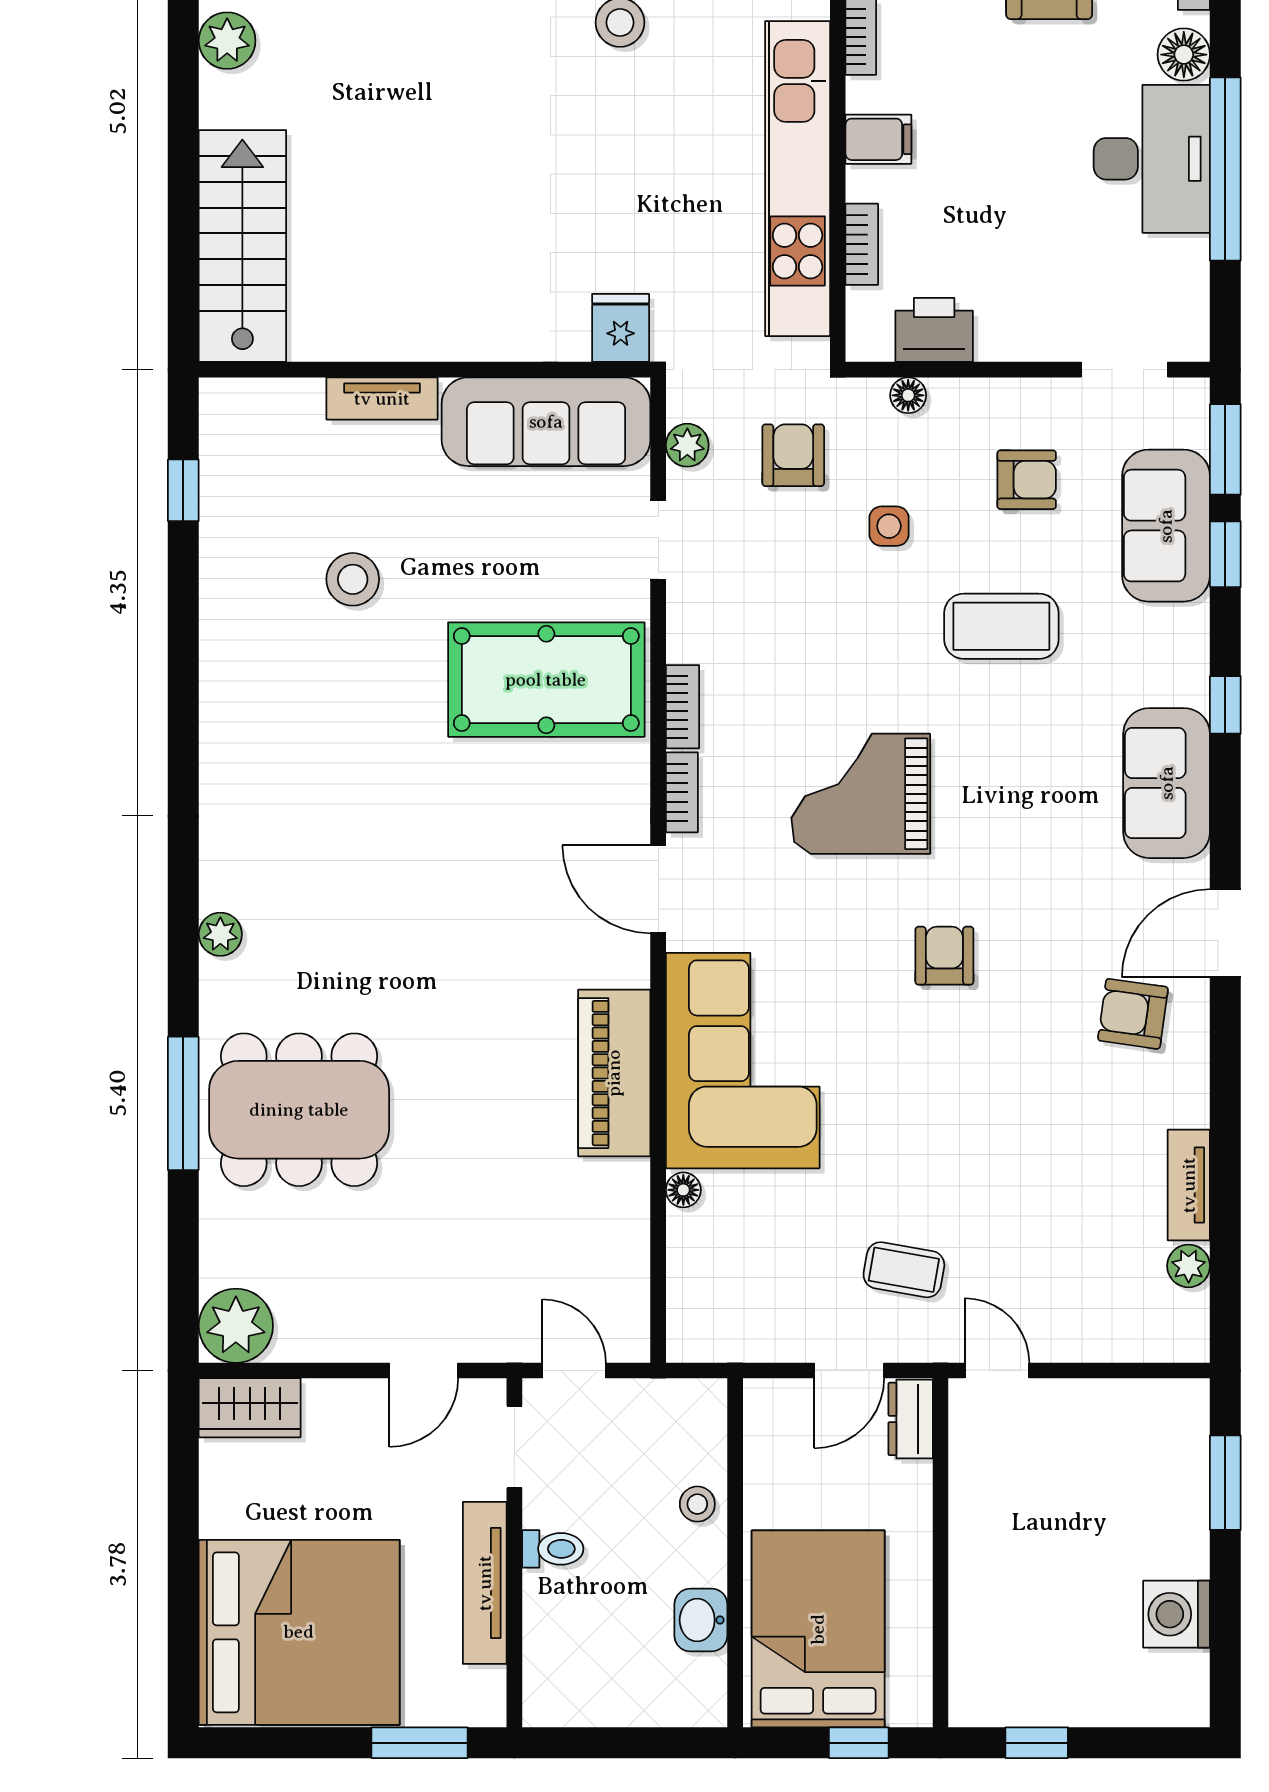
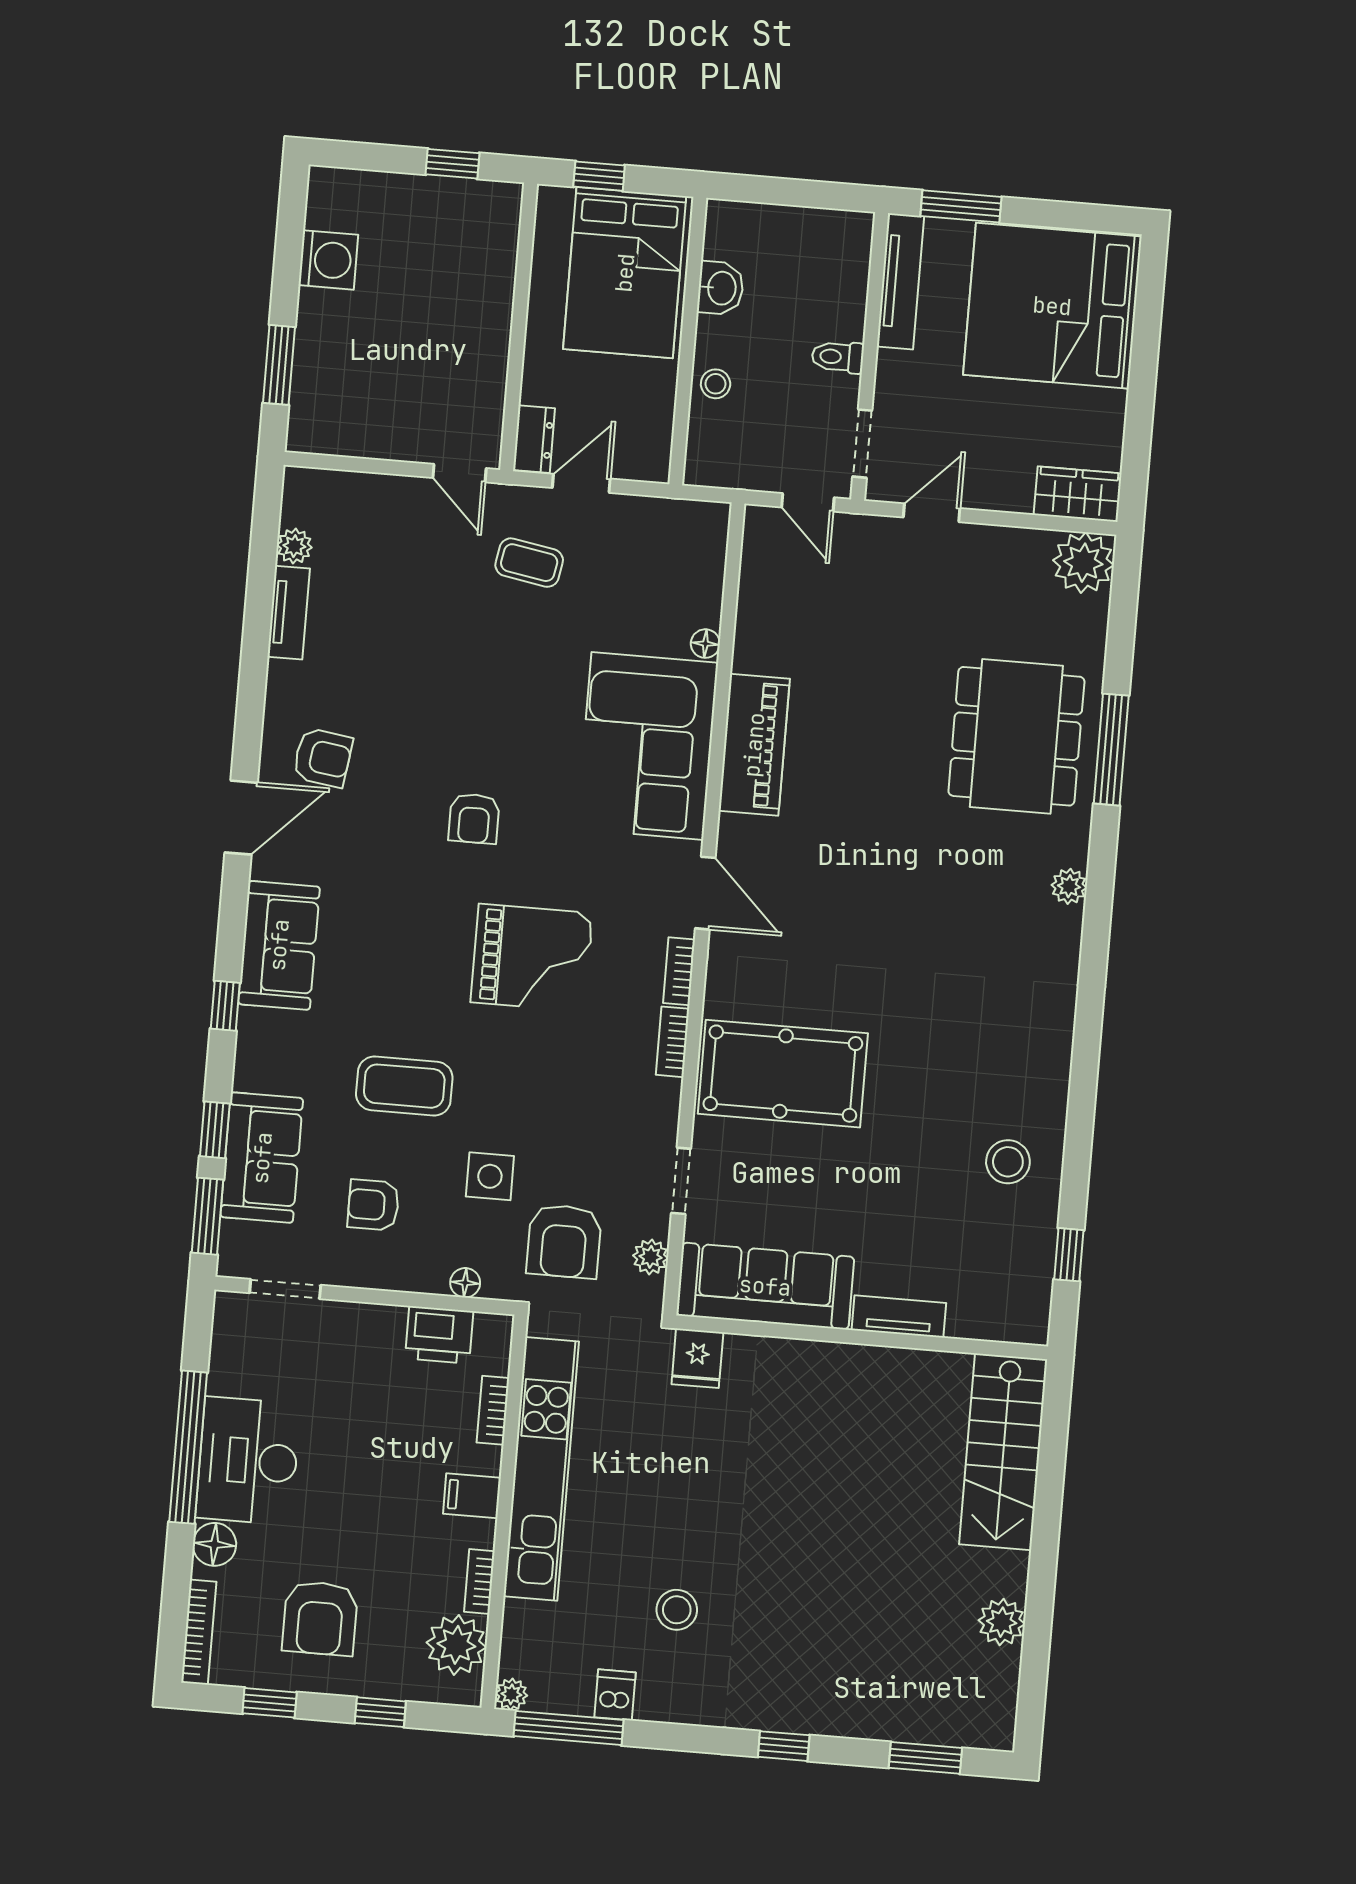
armchair: (793, 455) -> (564, 1241), width x1.38, depth x1.38
side table: (889, 526) -> (490, 1176), width x1.37, depth x1.37
stool: (353, 579) -> (1008, 1162), moved
dining table: (299, 1110) -> (1016, 736), turned 90
tv unit: (485, 1583) -> (900, 281), moved

